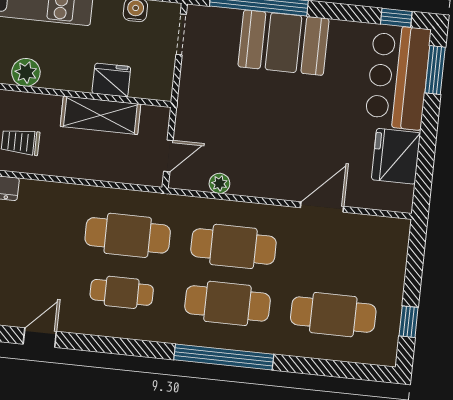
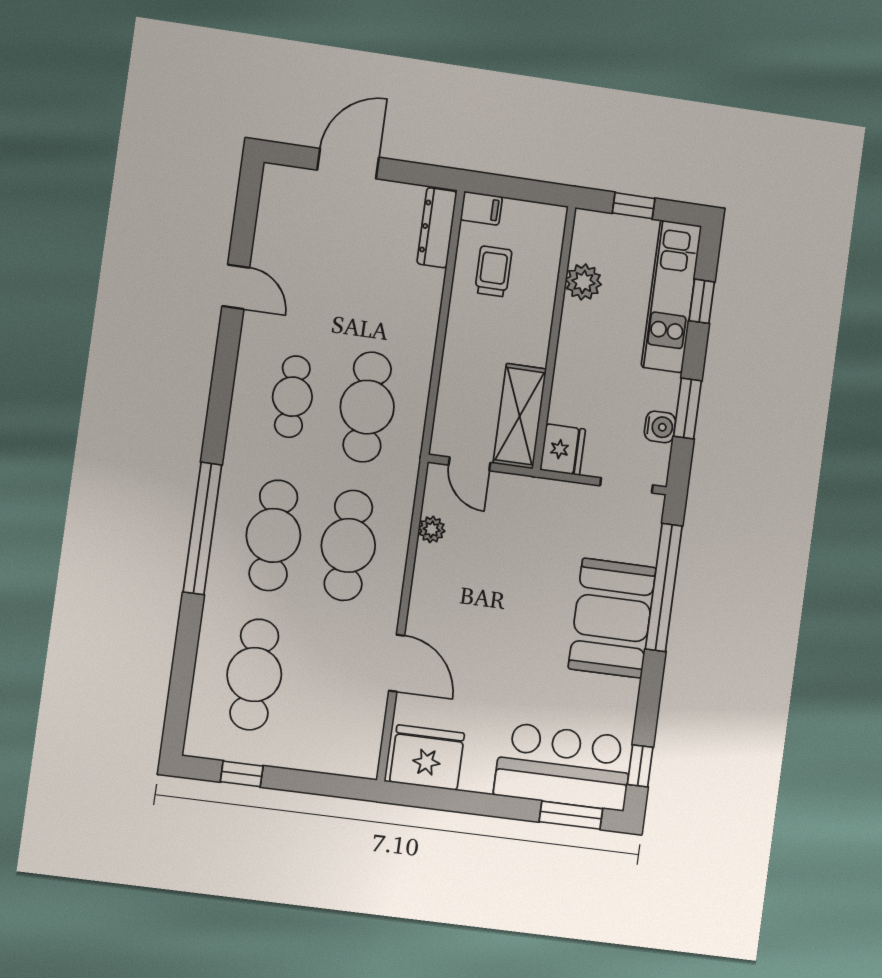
fridge: (111, 80) -> (563, 450), moved
shelving: (100, 115) -> (520, 416), moved
fridge: (396, 156) -> (427, 757), moved

